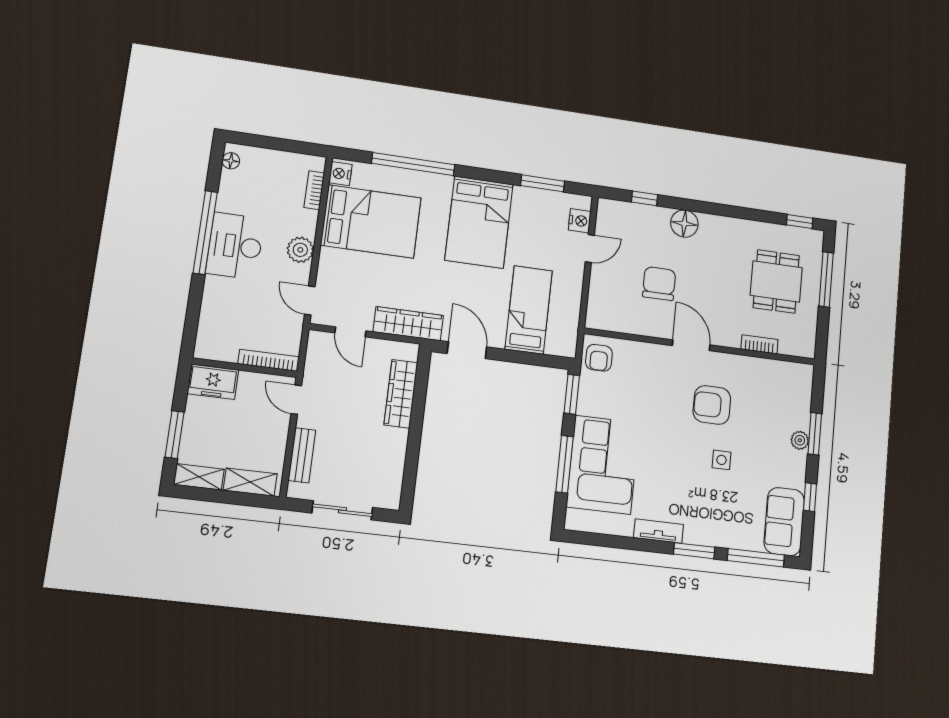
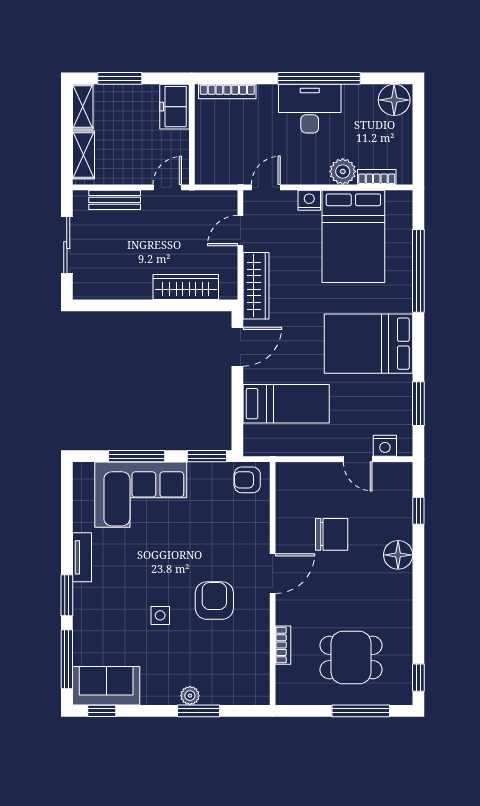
floor lamp: (231, 161) -> (394, 100), width x1.89, depth x1.89
nightstand: (340, 174) -> (309, 200), moved
plant: (300, 250) -> (343, 171), moved
bookcase: (268, 360) -> (227, 91), moved, turned 90
window: (810, 497) -> (102, 711), moved

